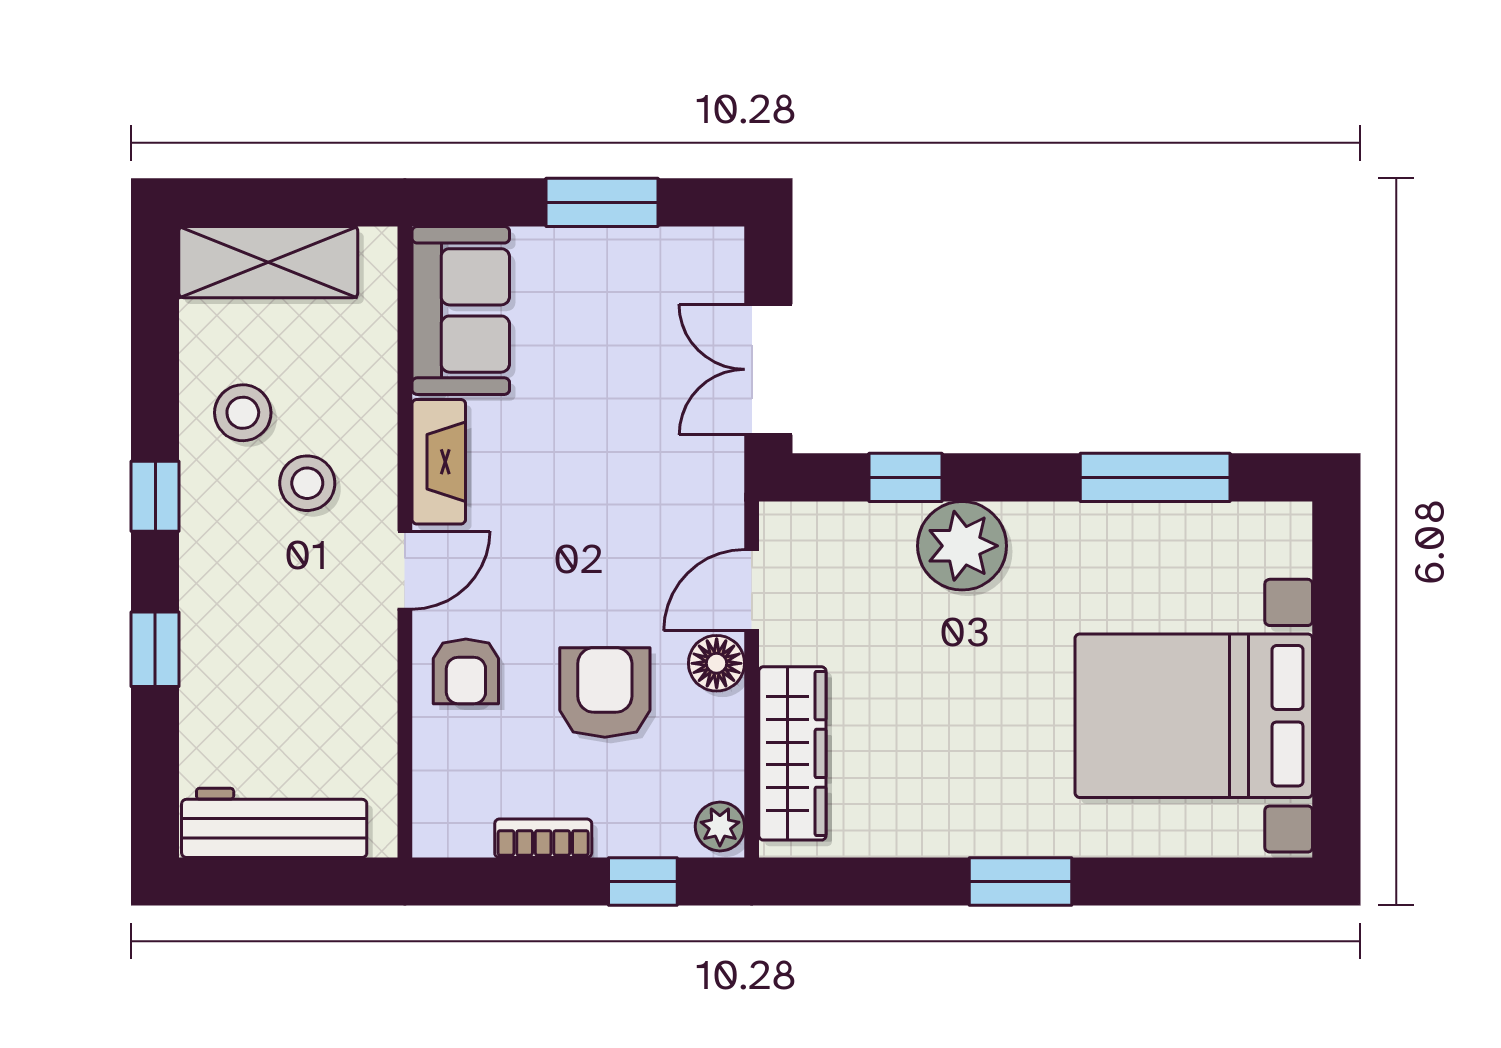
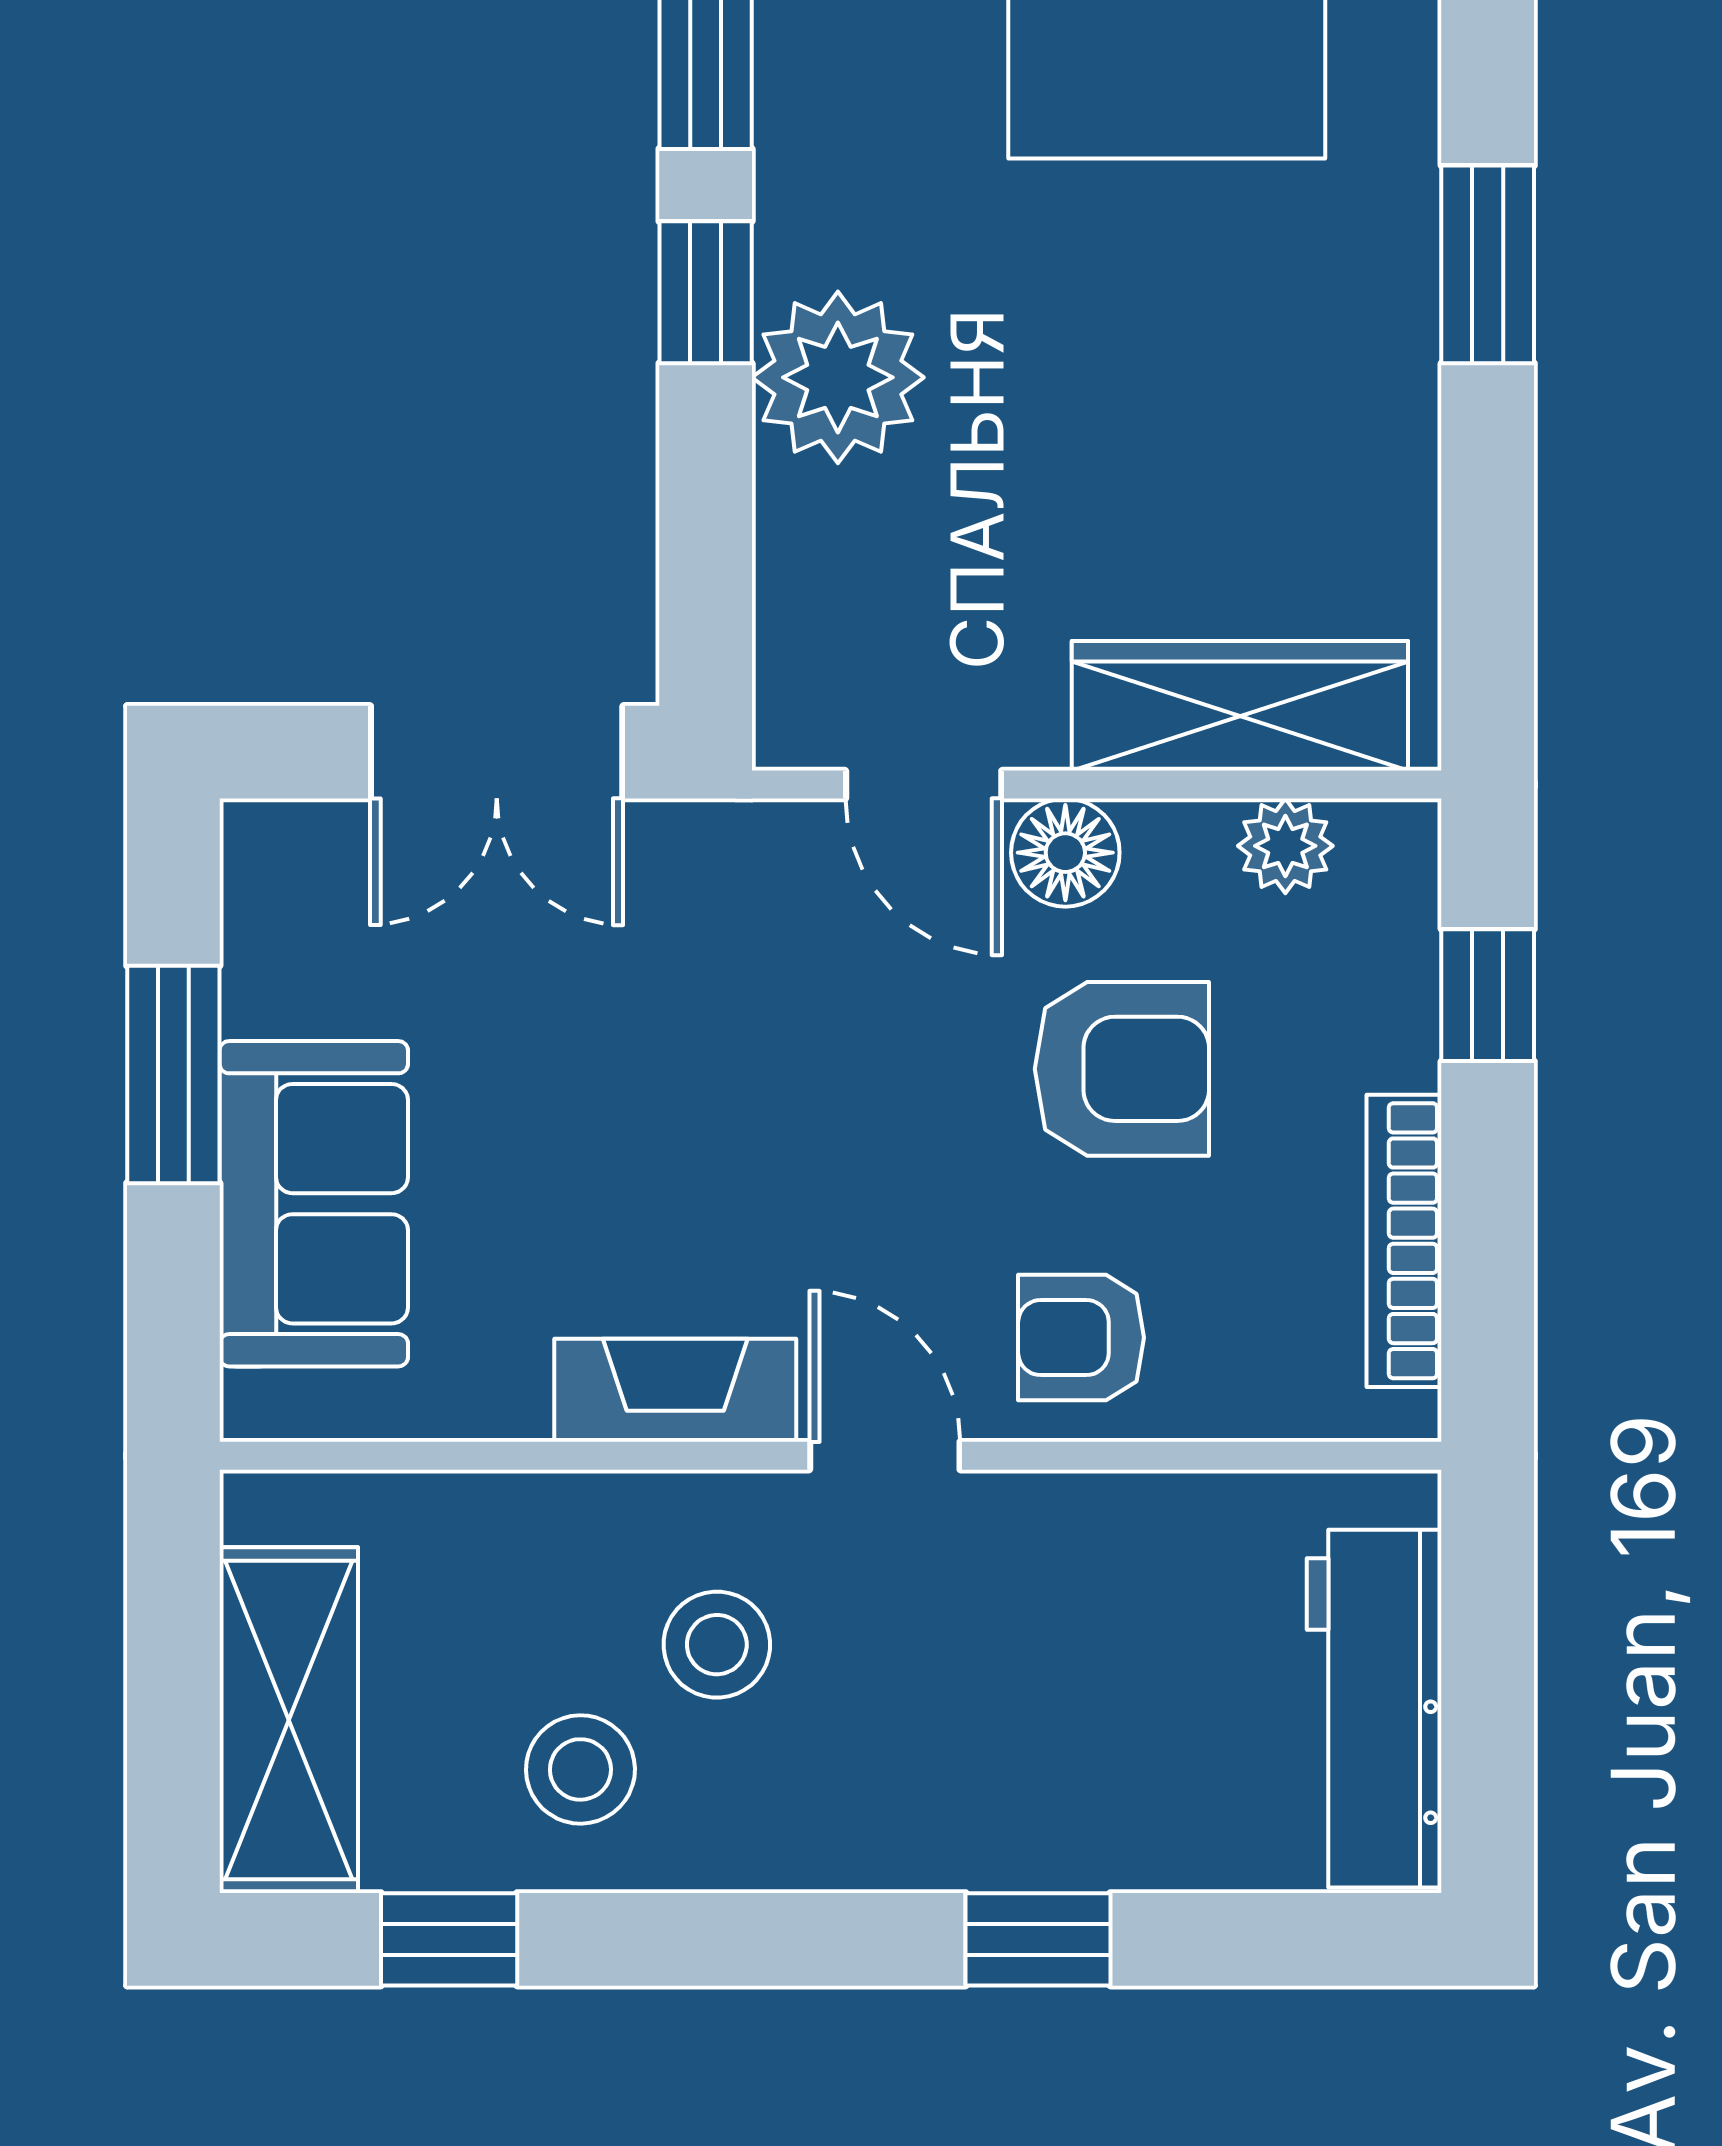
sofa: (461, 310) -> (314, 1204), moved, turned 90
window: (906, 477) -> (706, 292), moved
window: (155, 496) -> (449, 1939), moved
armchair: (466, 671) -> (1081, 1338), turned 180
armchair: (605, 693) -> (1122, 1069), turned 180
plant: (720, 826) -> (1285, 846), moved
bookcase: (543, 838) -> (1404, 1241), width x1.56

